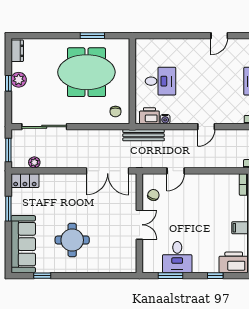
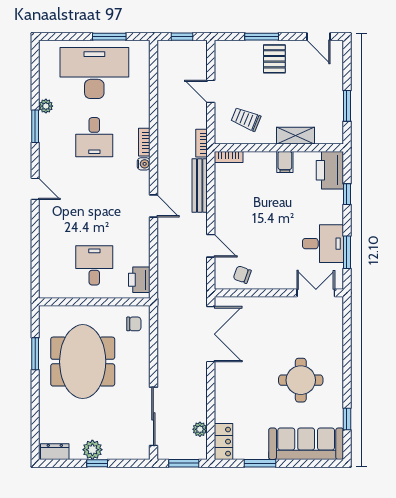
water cooler: (165, 119) -> (144, 164), moved
bench: (144, 135) -> (200, 185), moved
double door: (139, 225) -> (316, 293), moved

